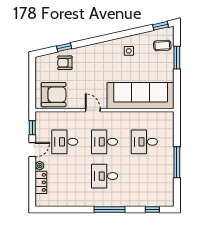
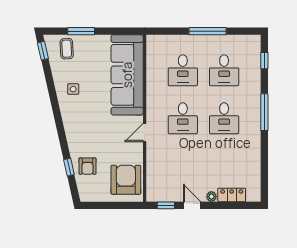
desk: (65, 142) -> (224, 70), moved

